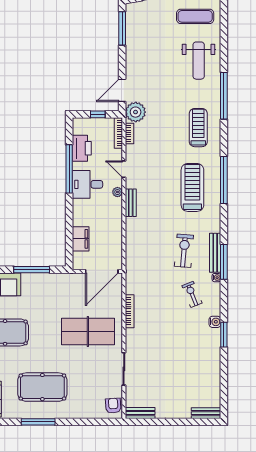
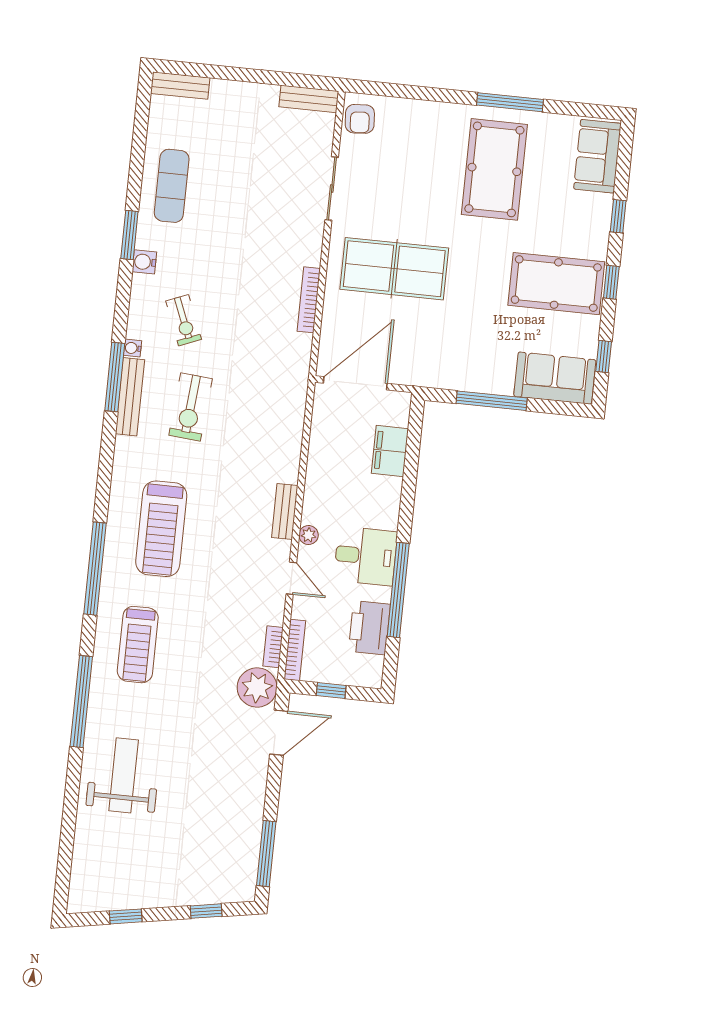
exercise mat: (195, 16) -> (172, 186), moved, turned 90
window: (224, 180) -> (95, 569), moved
pool table: (42, 387) -> (494, 169), turned 90

